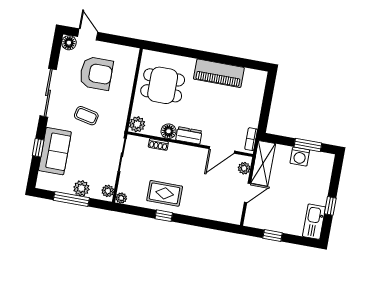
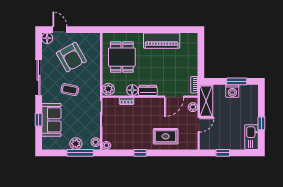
armchair: (96, 73) -> (71, 57), turned 61
dining table: (163, 85) -> (122, 57), turned 90
rug: (165, 193) -> (166, 136), moved
window: (71, 199) -> (80, 153), moved

